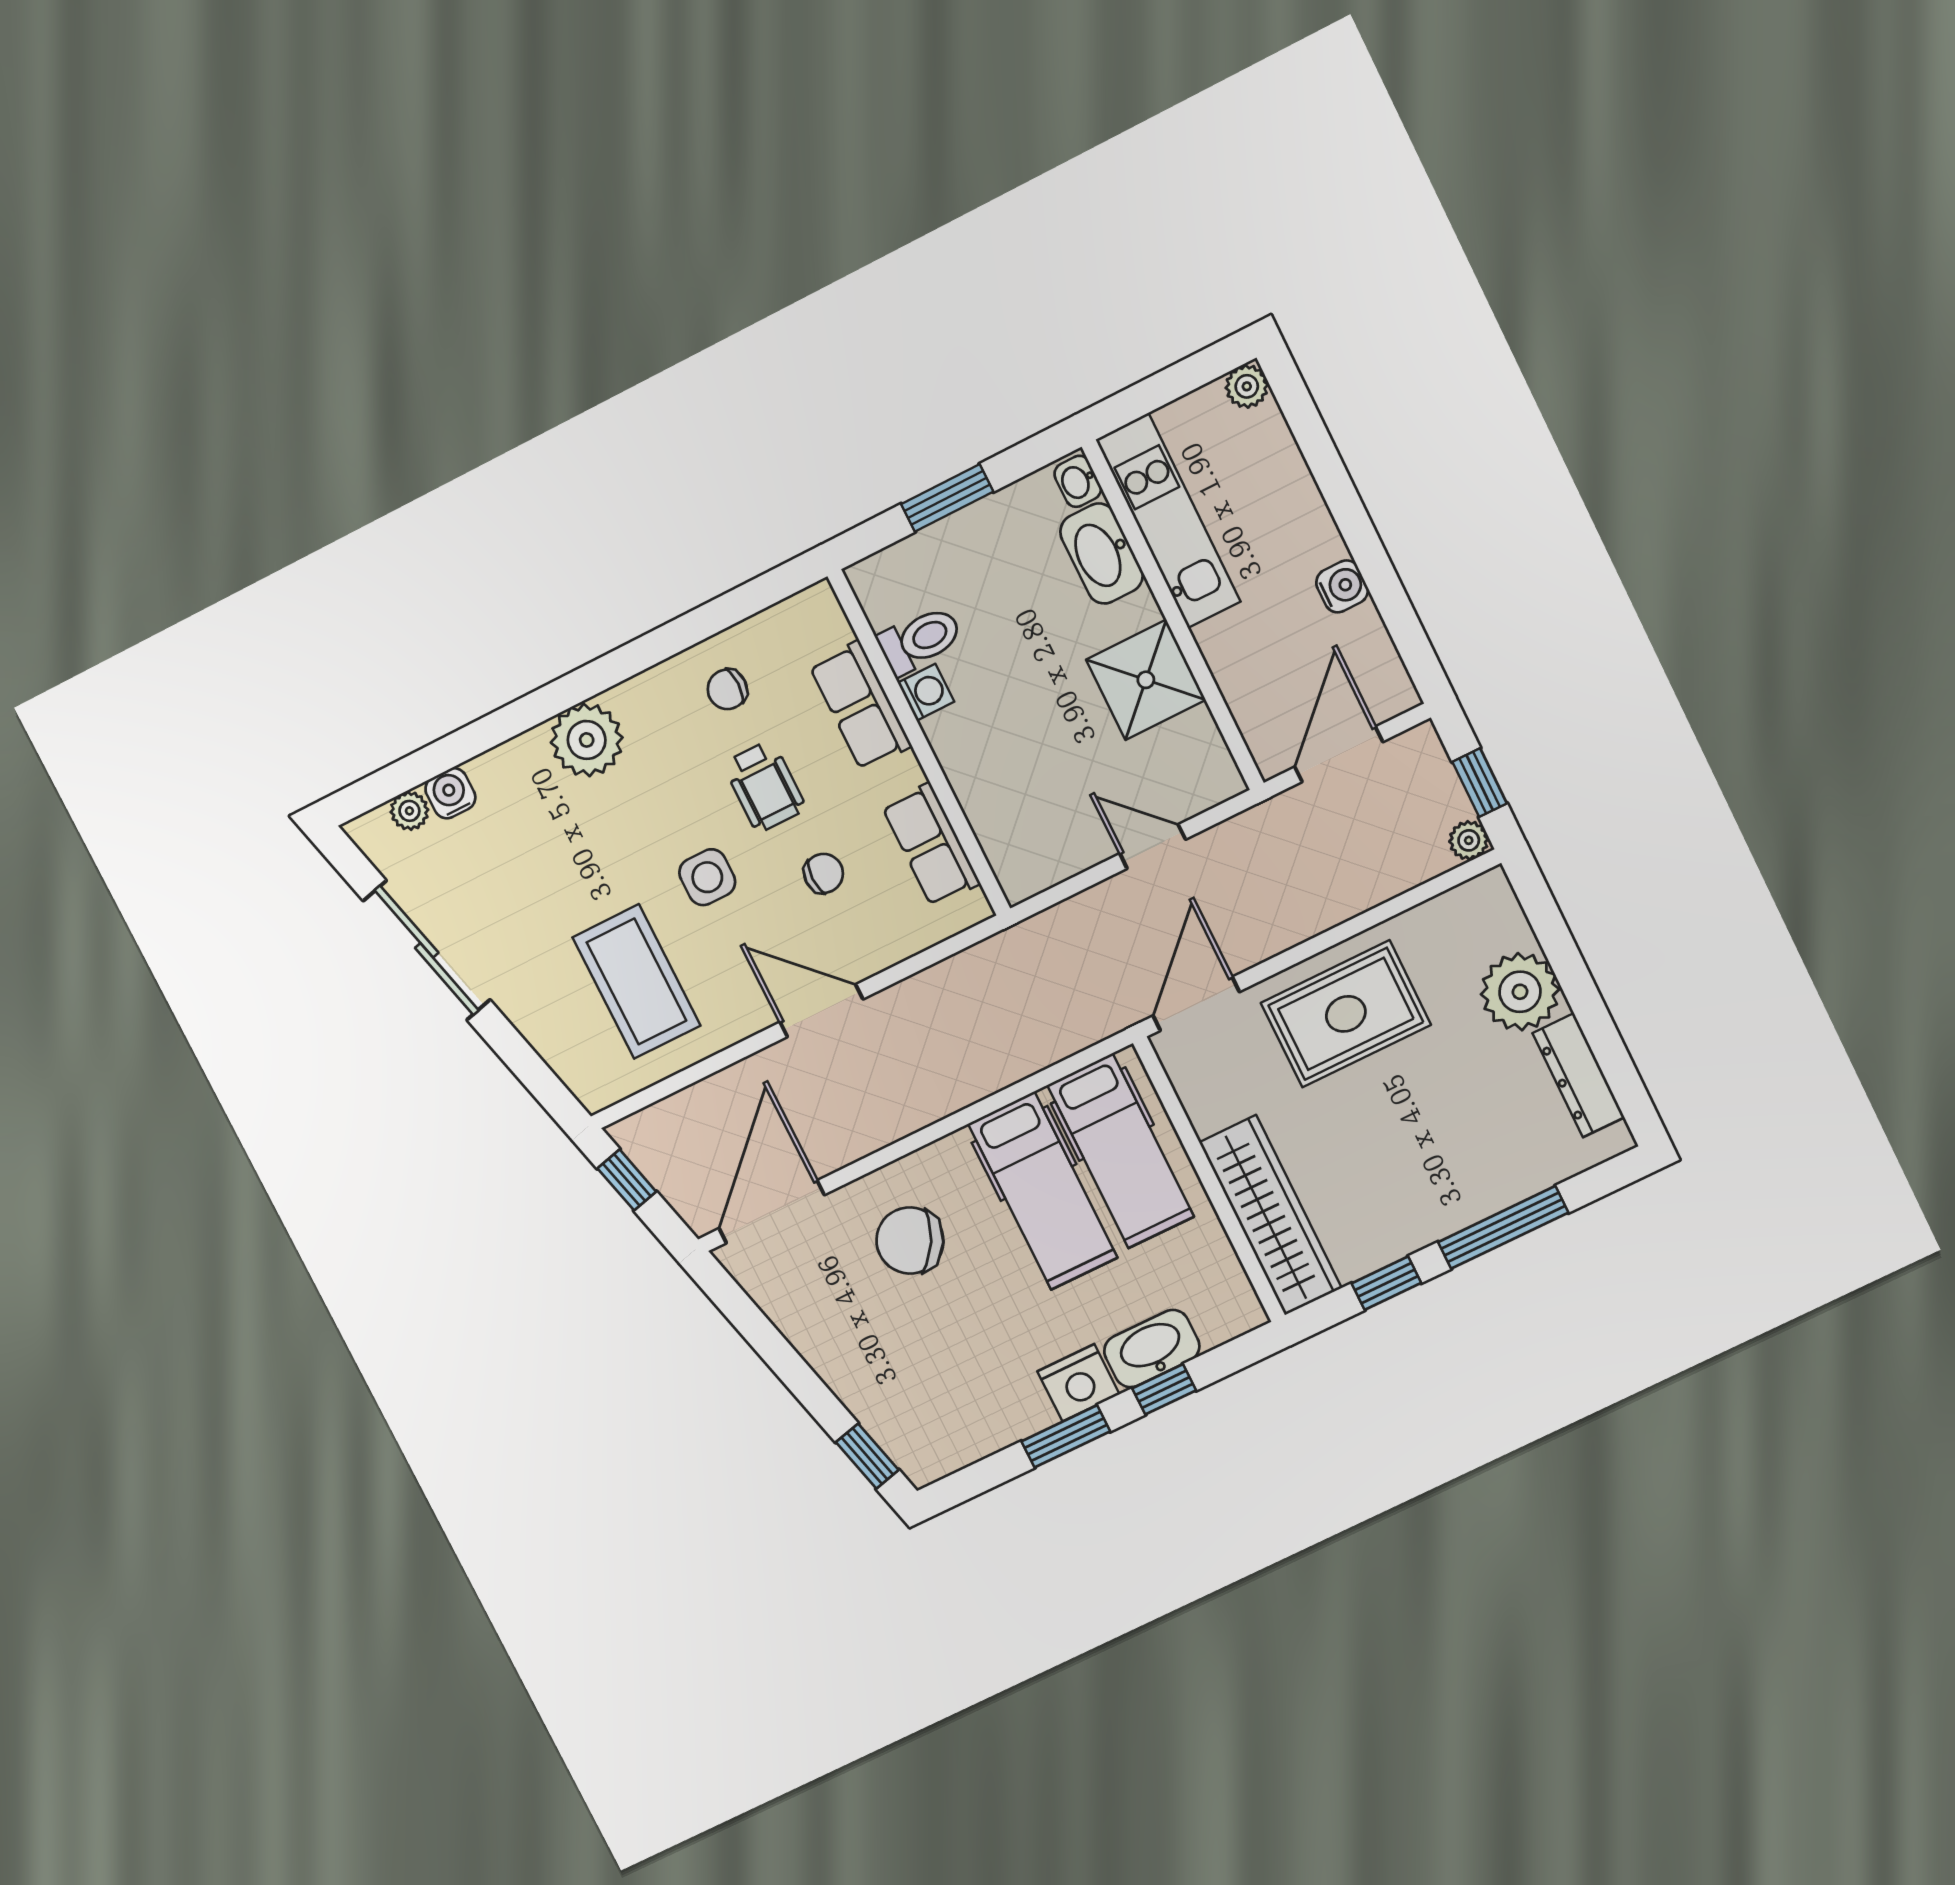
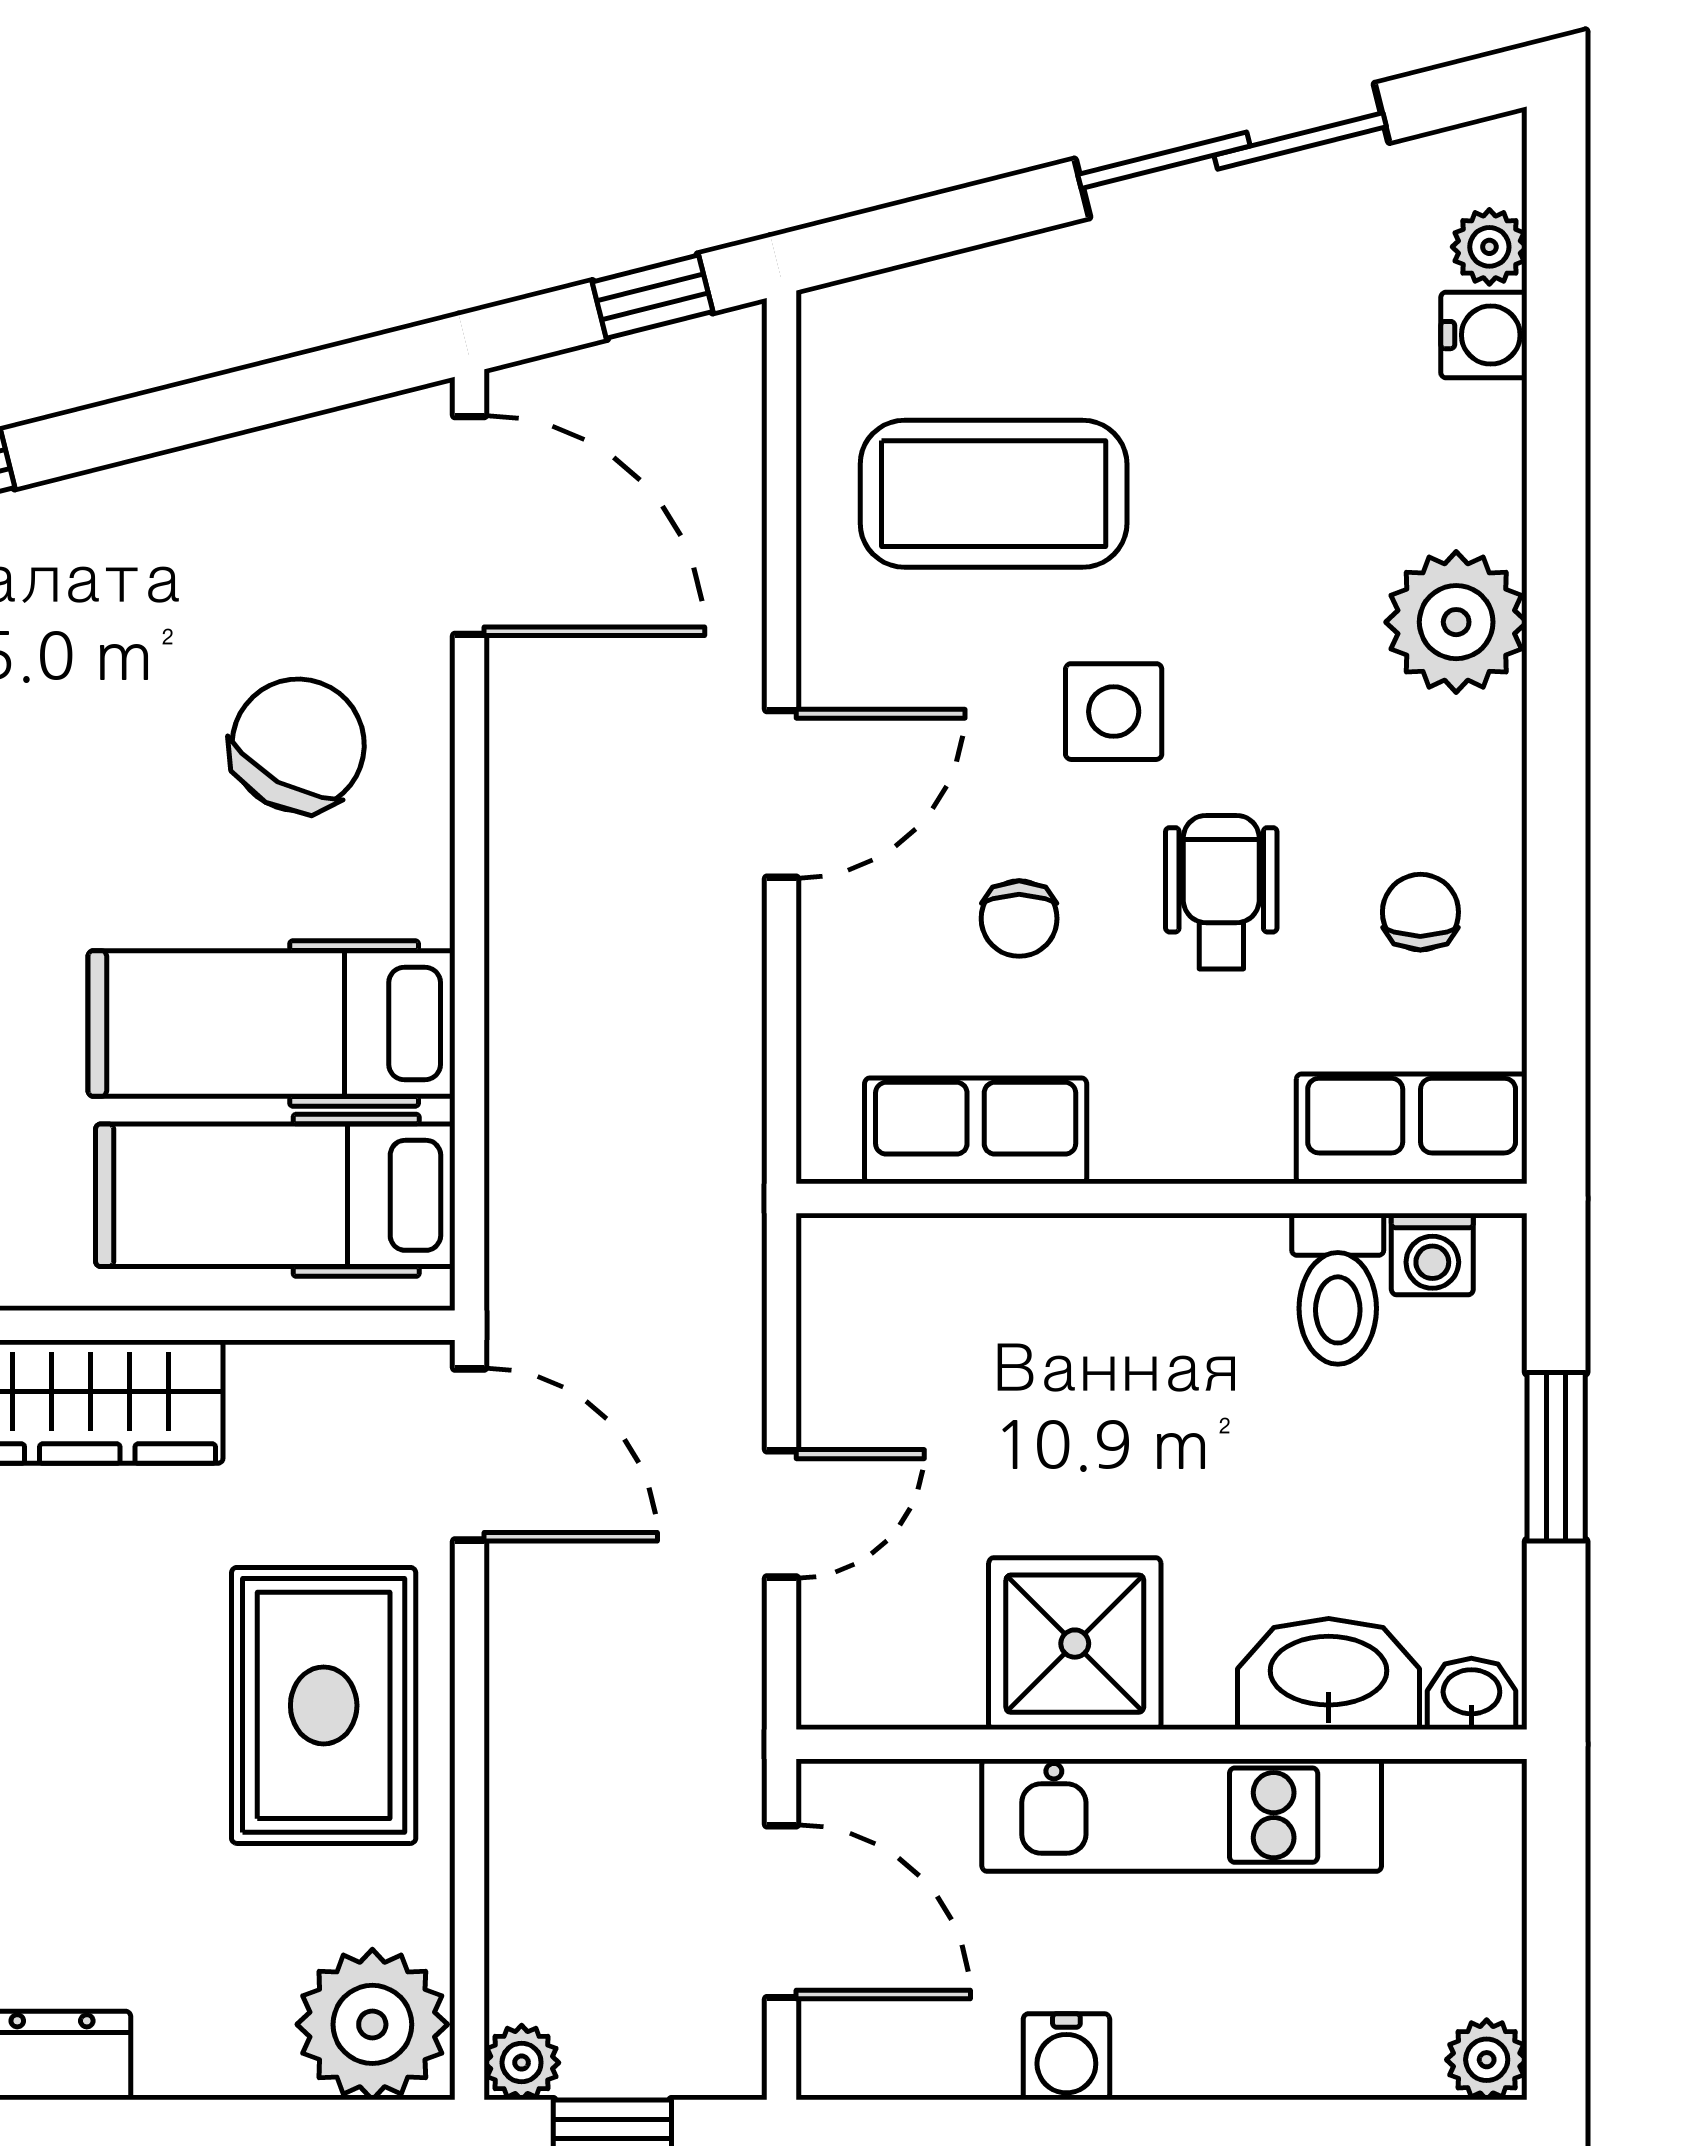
kitchen unit: (1168, 521) -> (1182, 1815), moved
washing machine: (926, 692) -> (1432, 1254), moved
row of seats: (860, 706) -> (1412, 1129), moved
wheelchair: (765, 786) -> (1221, 892), turned 90
plant: (1520, 992) -> (372, 2024), moved

